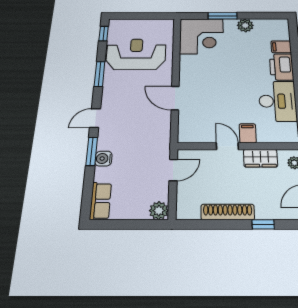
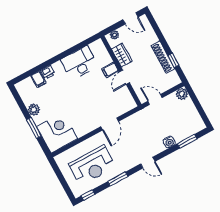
reception desk: (136, 54) -> (92, 166), turned -90
printer: (281, 67) -> (48, 72), width x0.53, depth x0.68
window: (92, 151) -> (187, 141), moved
row of seats: (100, 201) -> (194, 128), removed
window: (263, 224) -> (173, 60), moved

